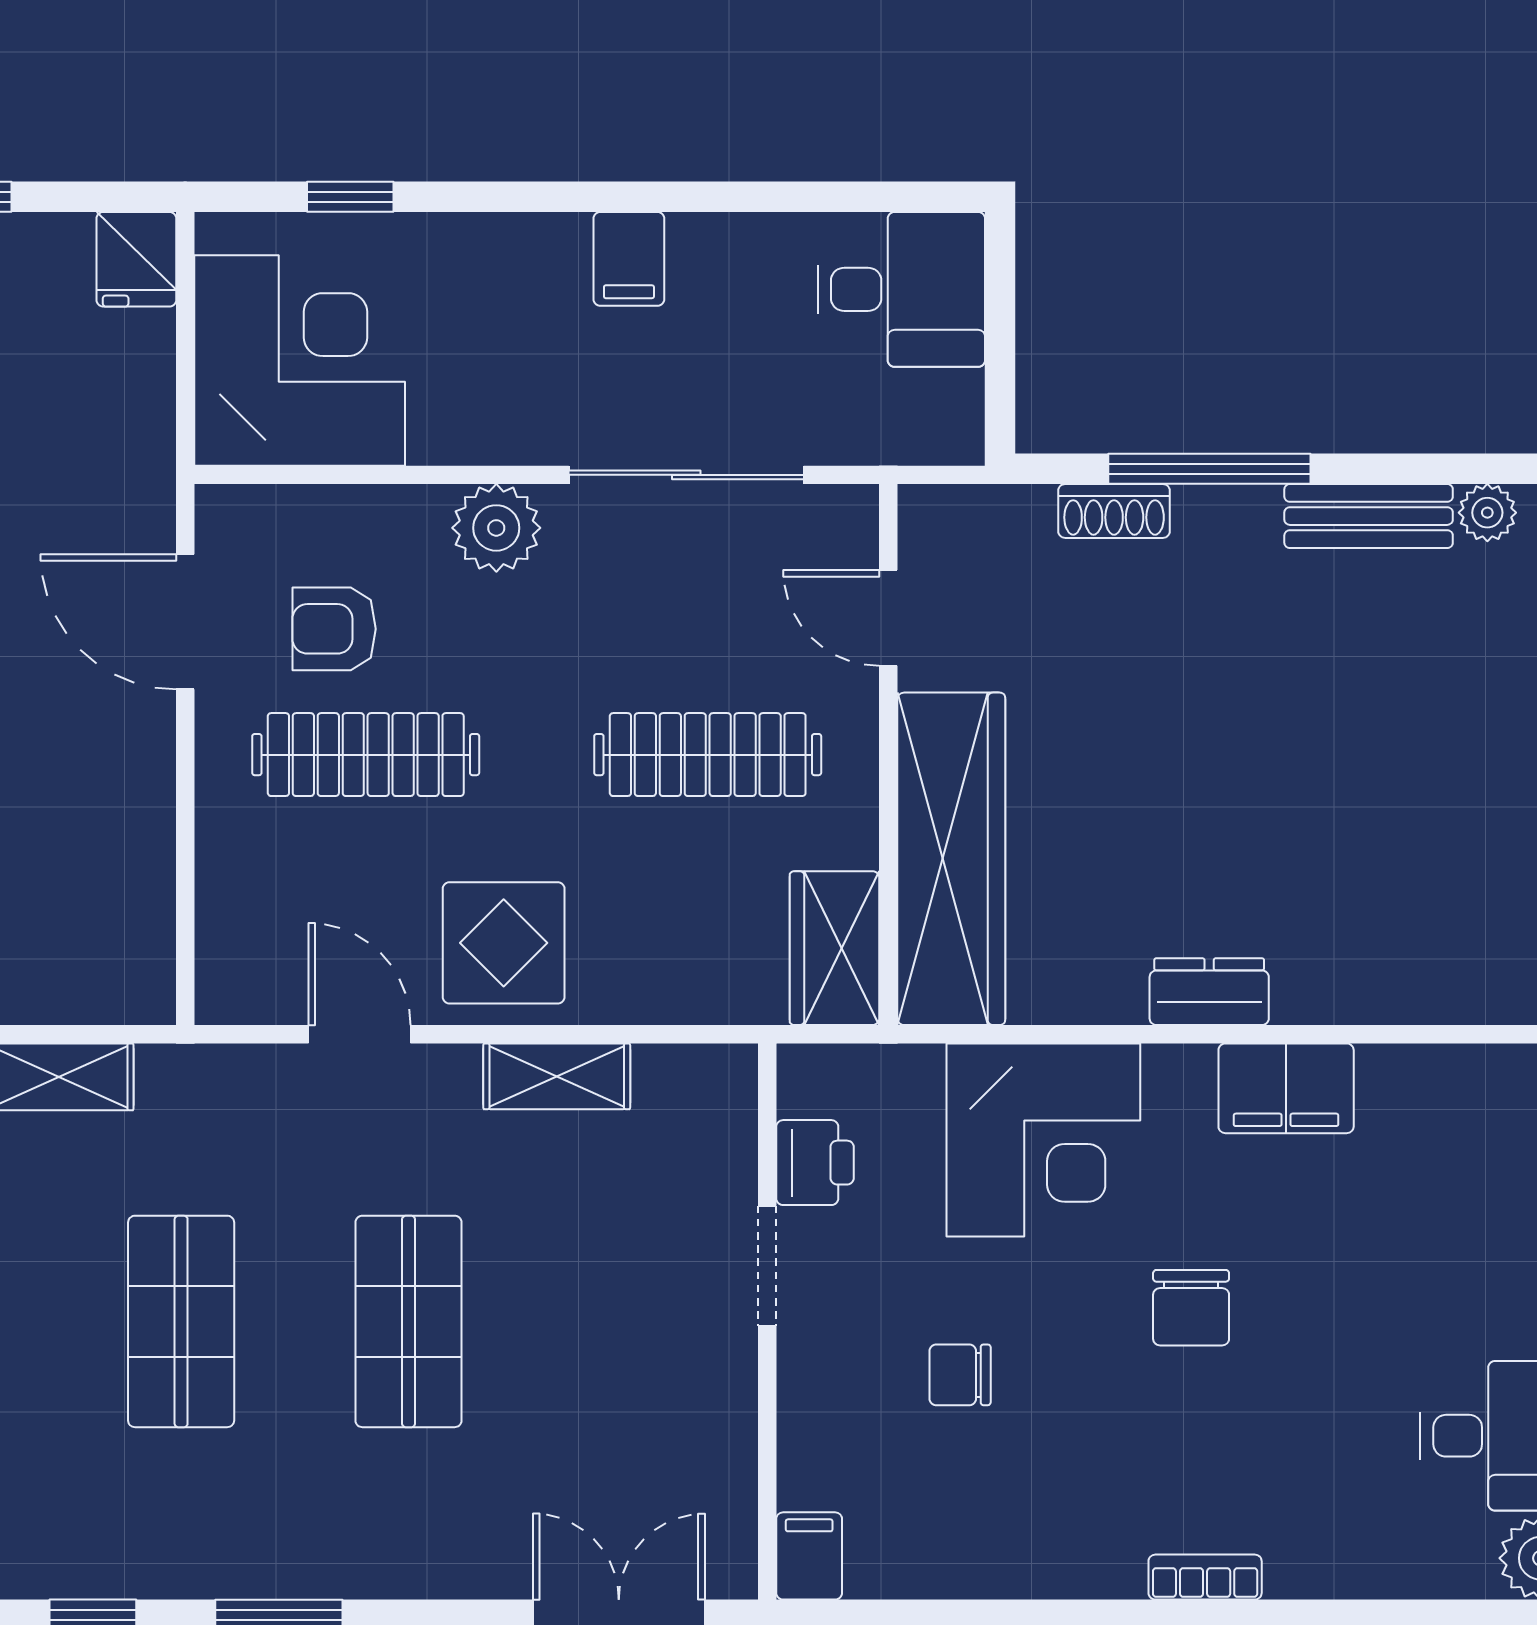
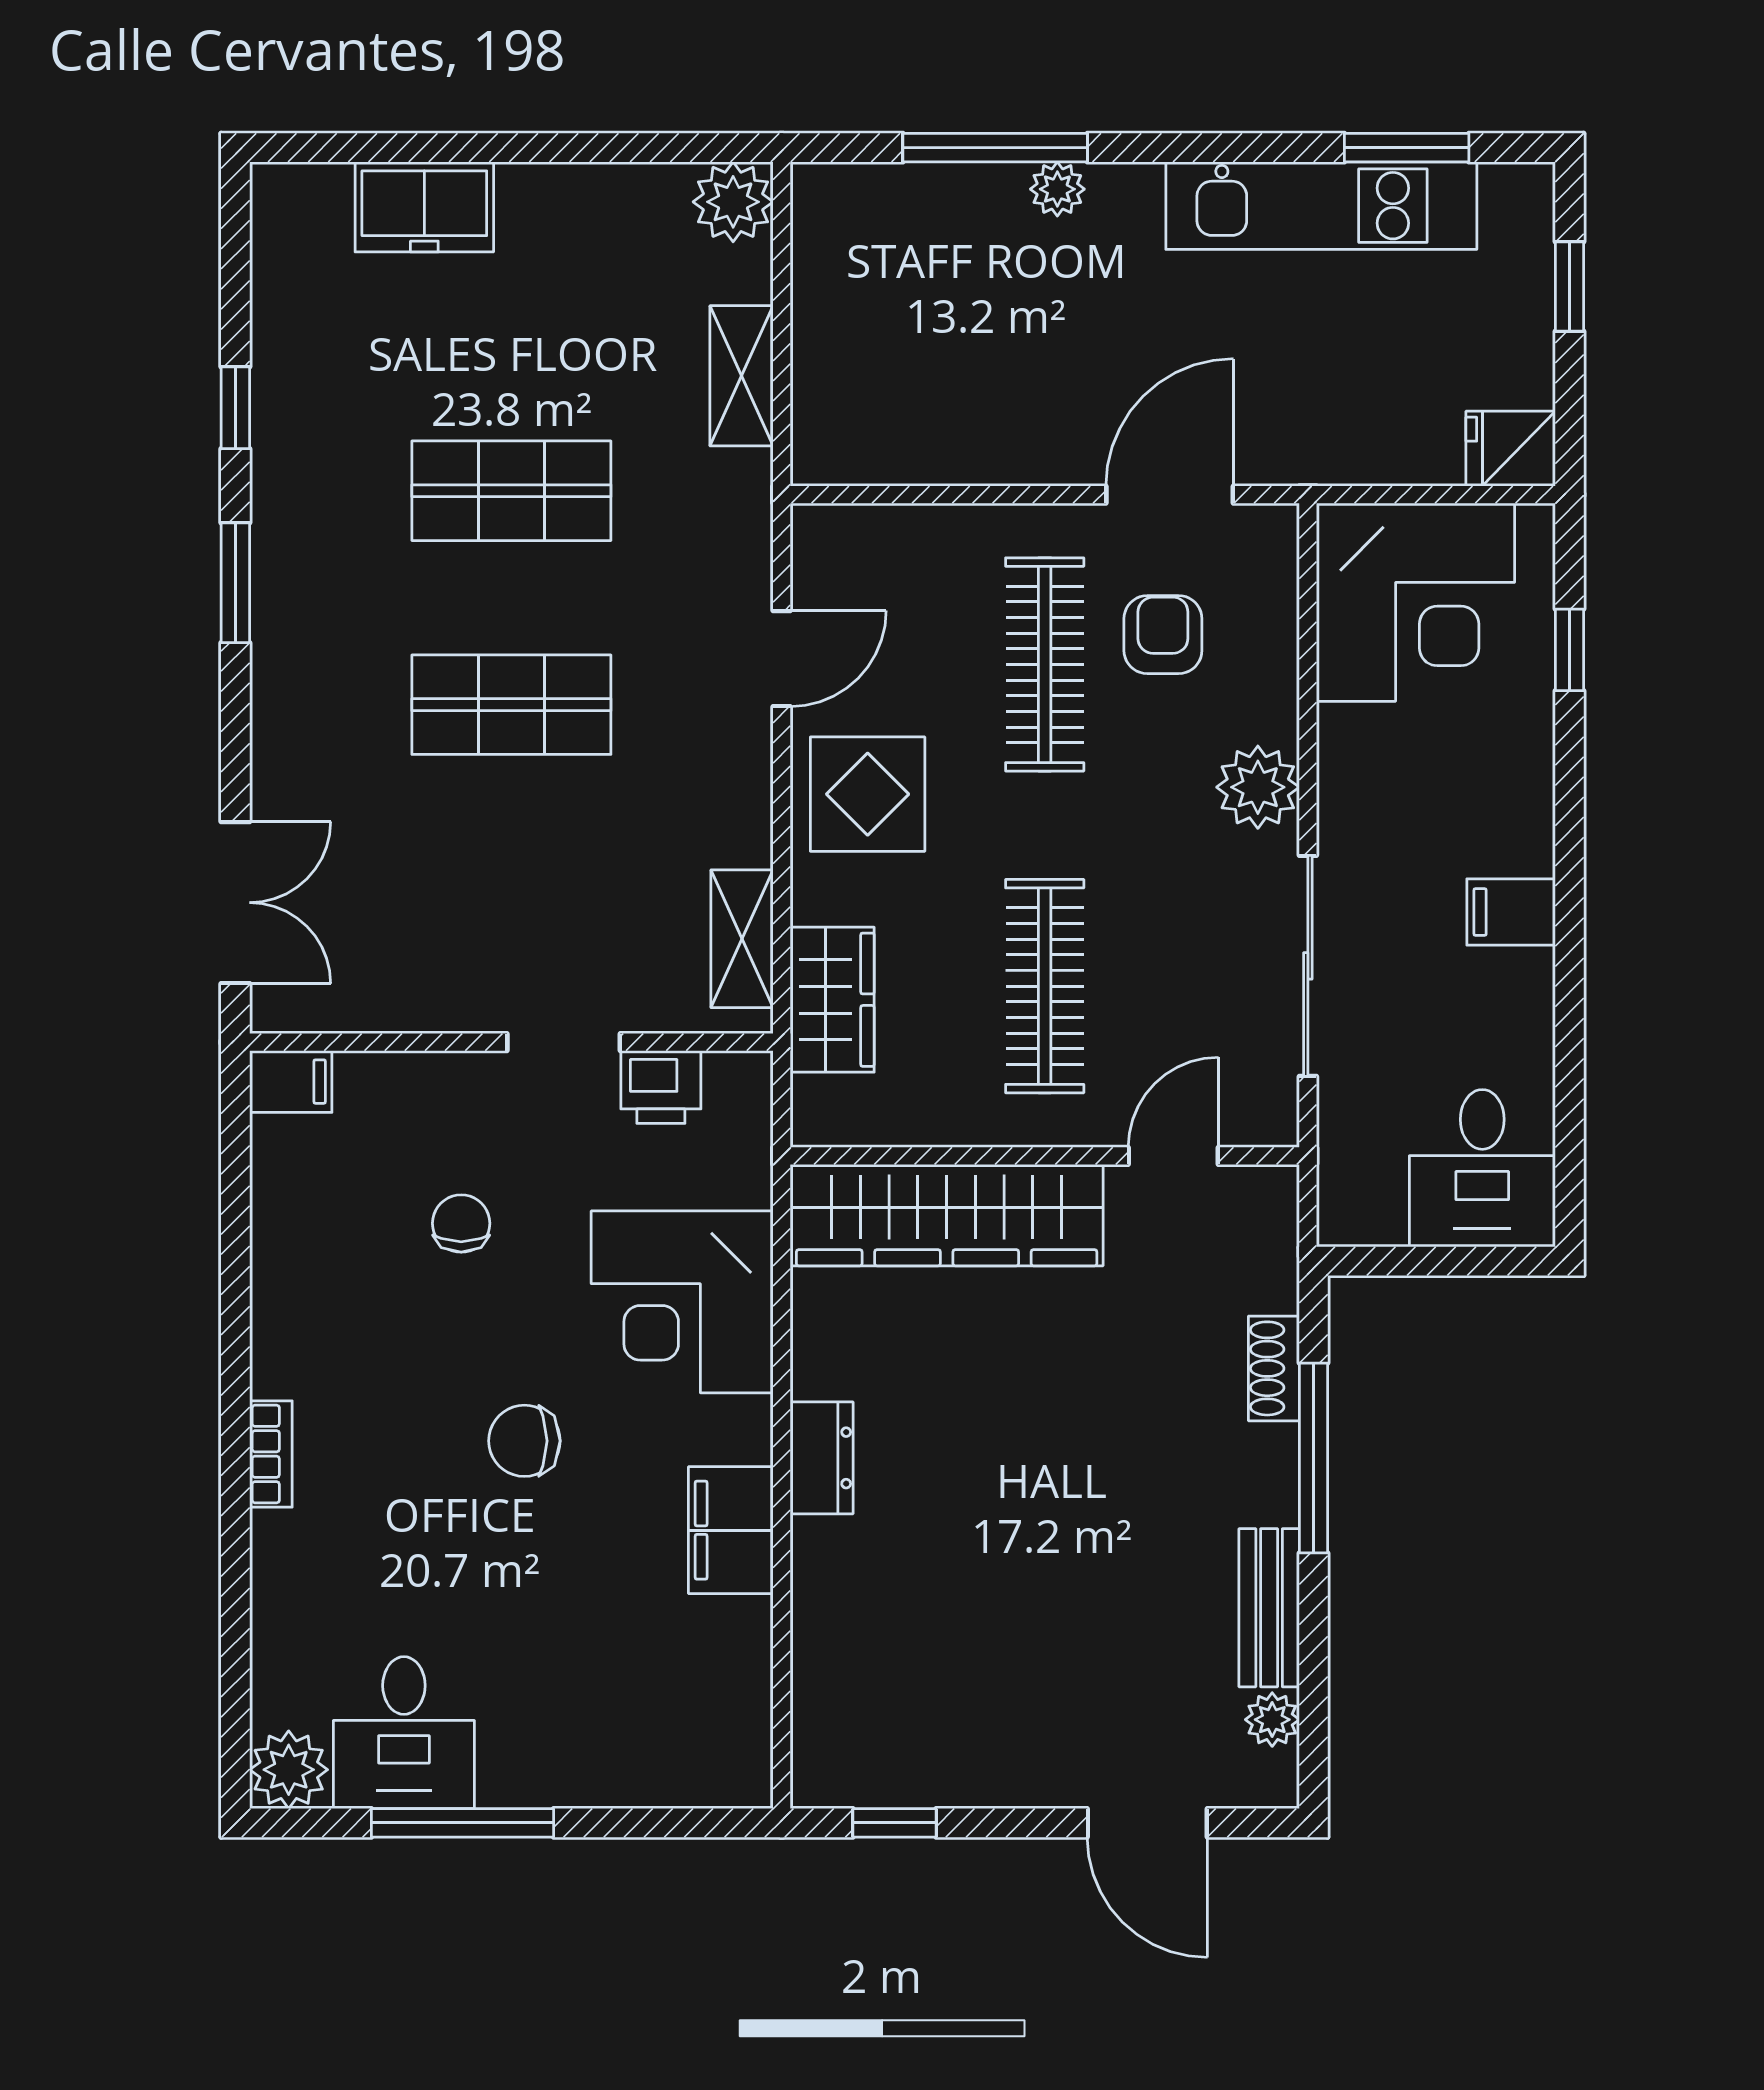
wardrobe: (834, 948) -> (832, 1000), moved, turned 90
shelving: (557, 1076) -> (742, 939), moved

